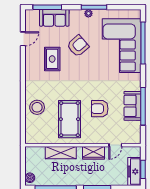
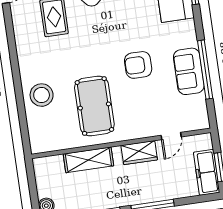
armchair: (100, 109) -> (138, 65), moved

